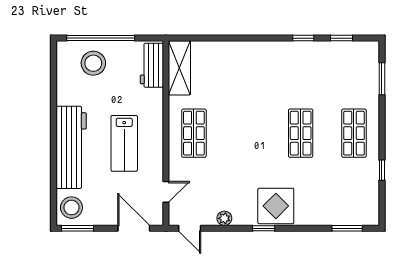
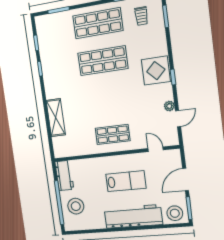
workbench: (152, 65) -> (64, 176), moved, turned -90
shelving: (179, 68) -> (56, 118), moved, turned 90
shop shelf: (301, 133) -> (103, 61), width x1.43, depth x1.36
shop shelf: (354, 133) -> (98, 23), width x1.43, depth x1.36
trolley: (353, 196) -> (141, 16), added
door: (134, 228) -> (186, 180), moved
door: (190, 228) -> (178, 119), moved

